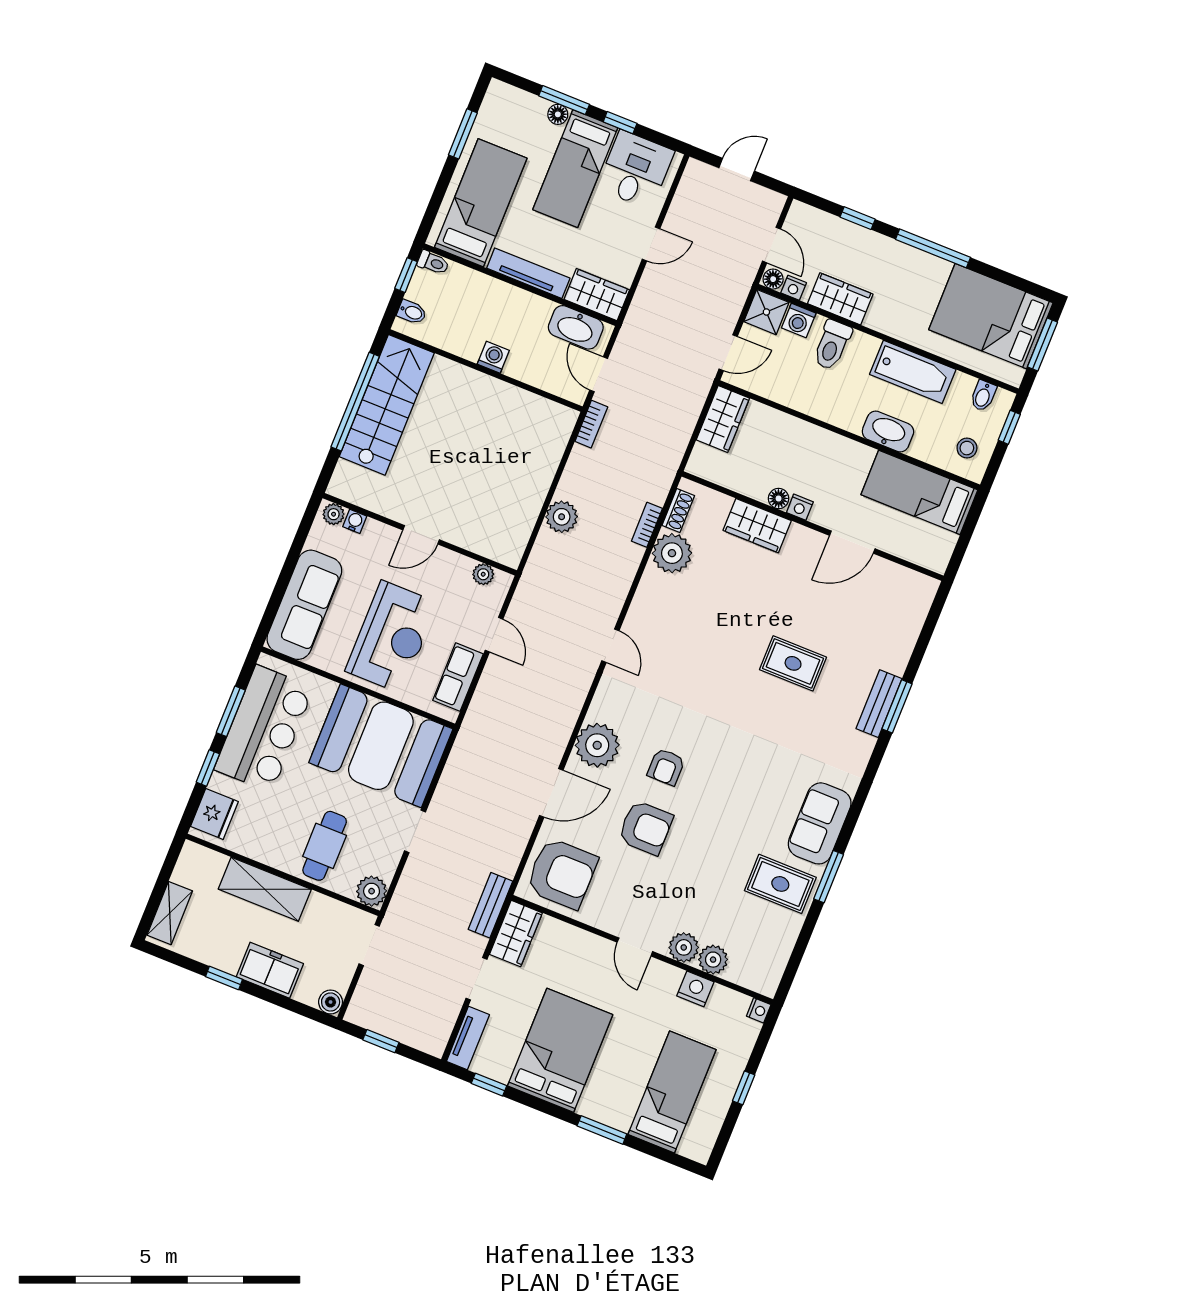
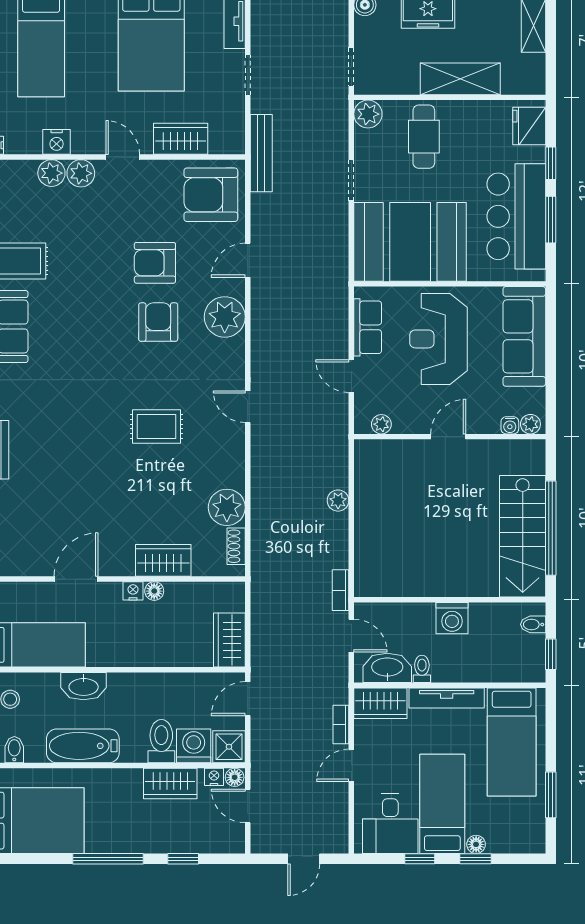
window: (564, 100) -> (476, 859), width x0.67
toilet: (433, 263) -> (422, 669), moved, turned 90
washing machine: (799, 321) -> (194, 746), width x1.38, depth x1.38
washing machine: (493, 357) -> (452, 618), width x1.38, depth x1.38
plant: (562, 517) -> (338, 501), width x0.73, depth x0.73
bookcase: (647, 525) -> (341, 724), moved, turned 180
rug: (793, 663) -> (156, 426), moved
armchair: (666, 767) -> (158, 322), width x1.38, depth x1.38
door: (551, 793) -> (248, 260), width x0.73
bench: (490, 905) -> (261, 153), width x1.36
wardrobe: (516, 934) -> (181, 139), moved, turned 90

